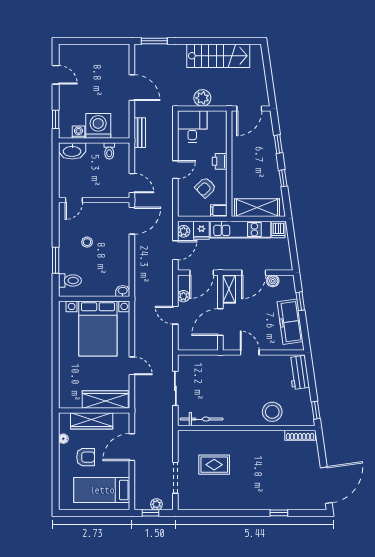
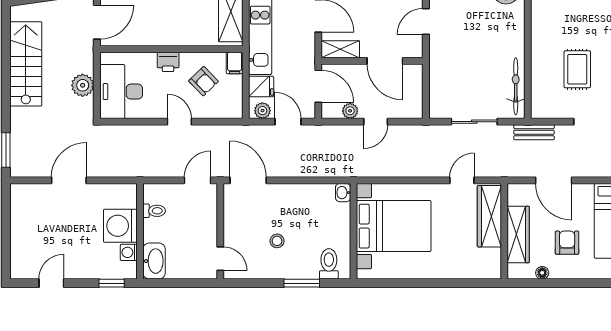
door: (249, 109) -> (97, 22), hinge flipped
desk: (192, 126) -> (121, 92), width x1.37
bench: (140, 133) -> (534, 132), moved
door: (132, 366) -> (462, 180), moved

